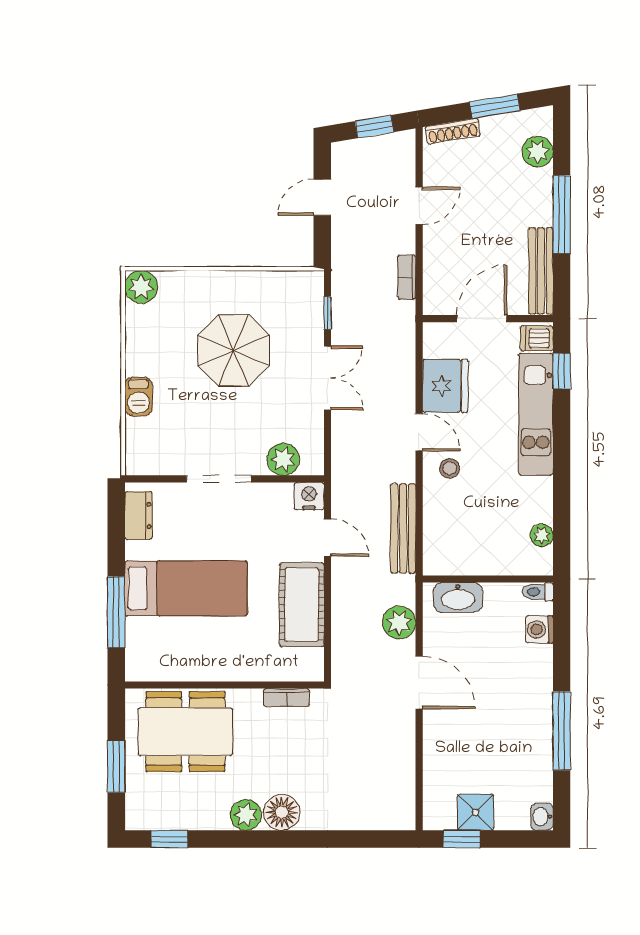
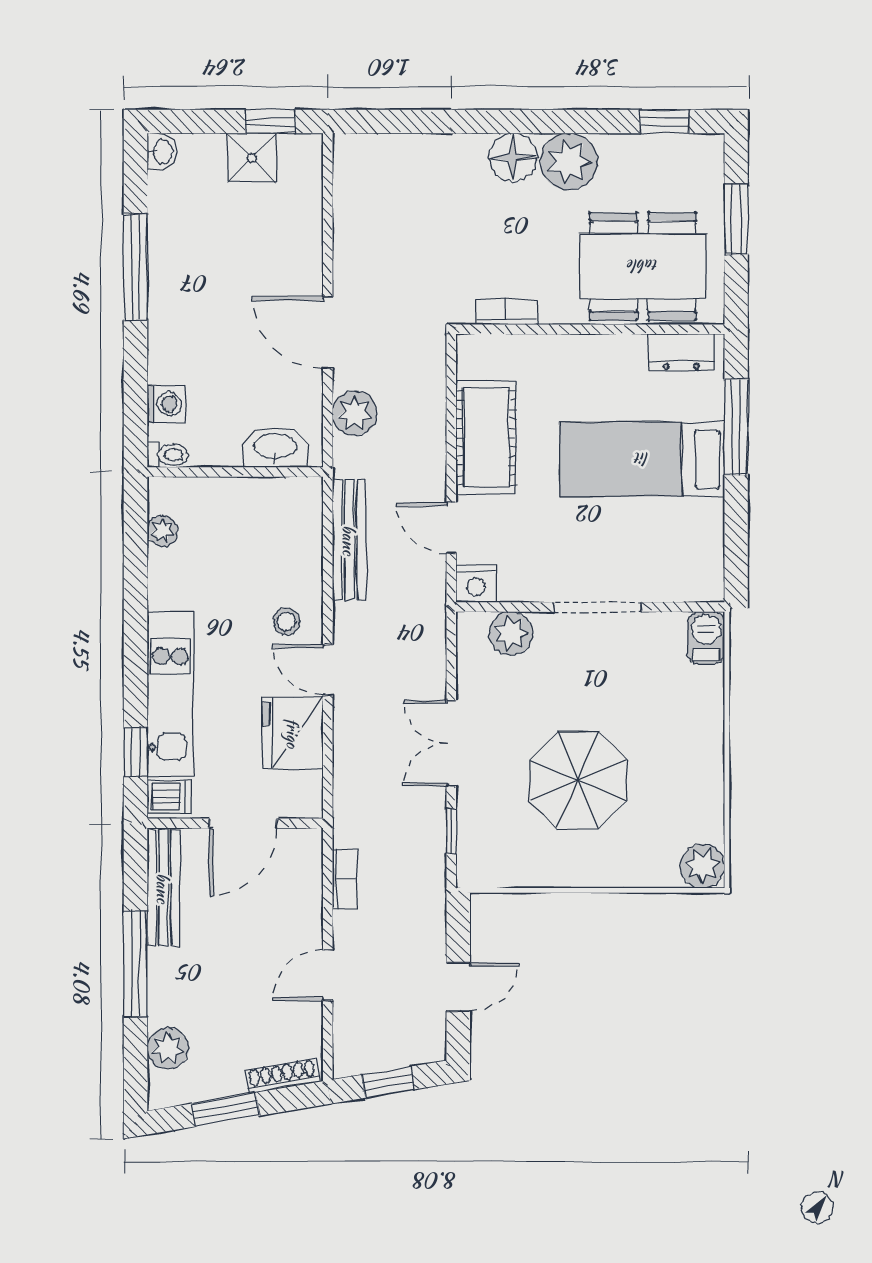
barbecue: (139, 397) -> (706, 638), moved
dresser: (138, 516) -> (681, 352), moved, turned -90
plant: (246, 815) -> (569, 162), width x1.36, depth x1.36

